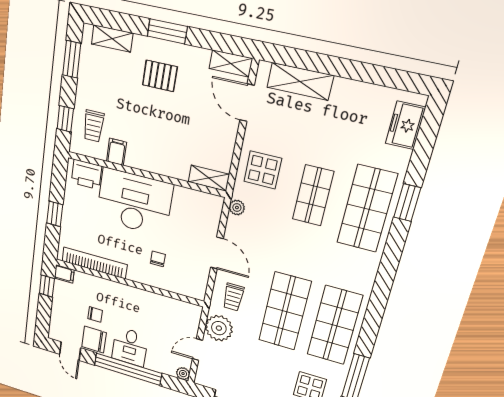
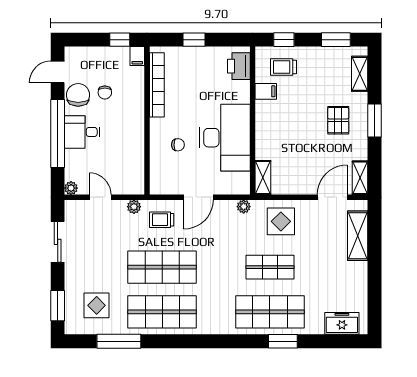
desk: (134, 202) -> (225, 138), moved
plant: (219, 328) -> (134, 207), width x0.53, depth x0.53

